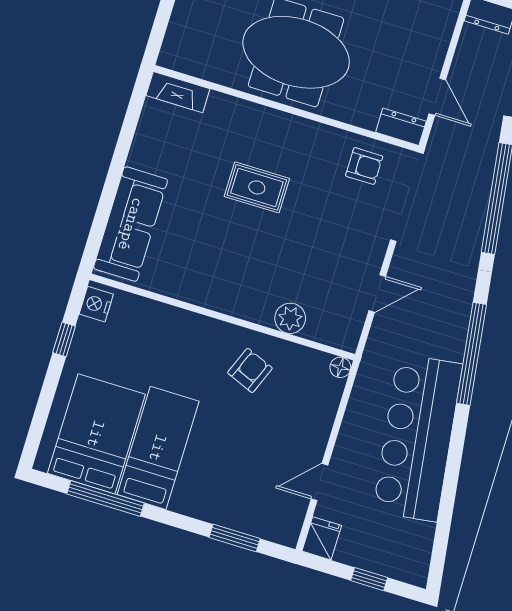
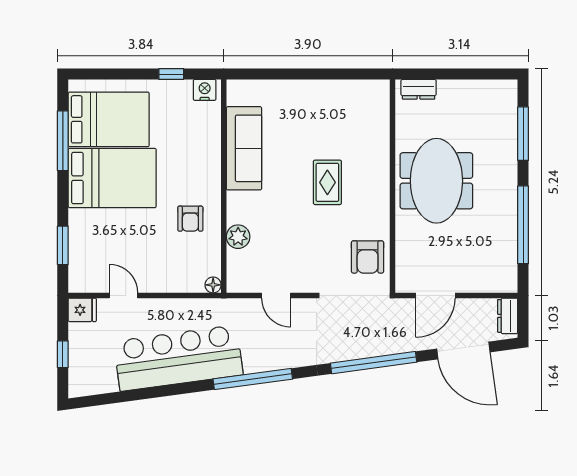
fireplace: (178, 92) -> (380, 102), removed
door: (437, 97) -> (435, 295), width x1.38
dresser: (401, 127) -> (419, 89), moved, turned 90
armchair: (364, 166) -> (368, 257), width x1.38, depth x1.38
sofa: (131, 224) -> (244, 148), moved, turned -90
armchair: (250, 370) -> (190, 219), turned 68
bed: (158, 448) -> (112, 178), width x1.50

